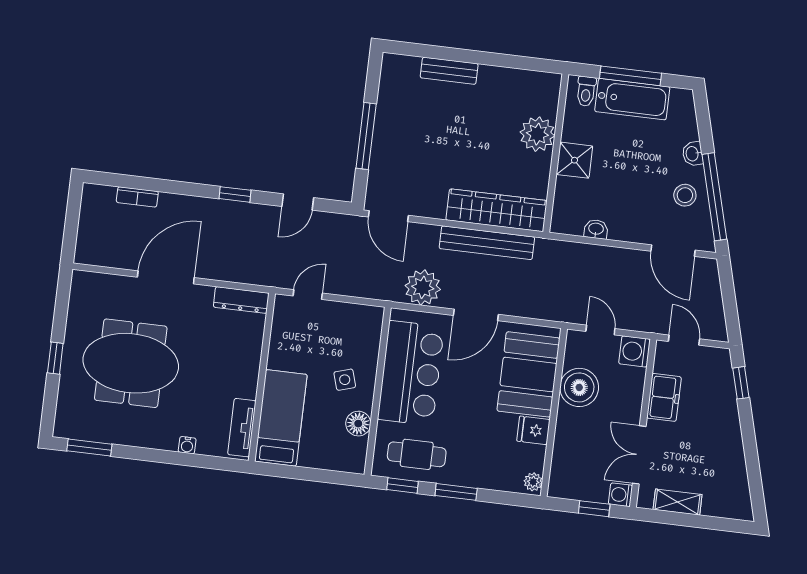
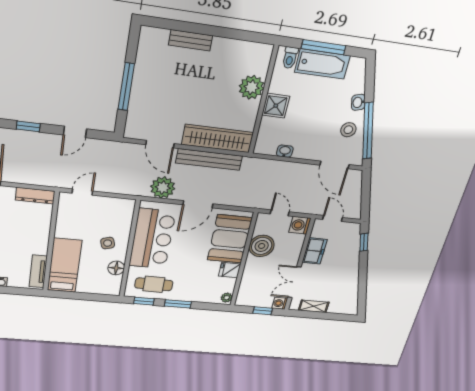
door: (388, 216) -> (160, 144), moved

